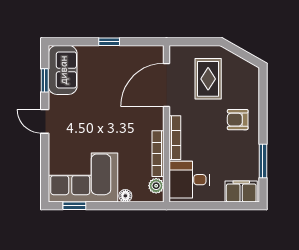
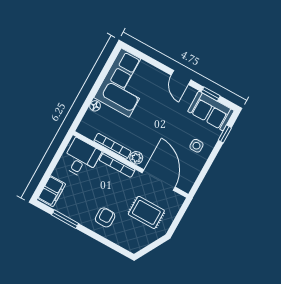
window: (109, 42) -> (225, 134), moved
side table: (108, 65) -> (196, 146), added
door: (45, 121) -> (181, 78), swing flipped
plant: (156, 186) -> (136, 158), moved
window: (74, 206) -> (108, 65), removed

